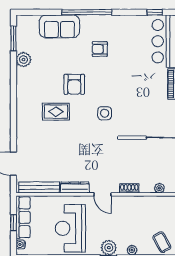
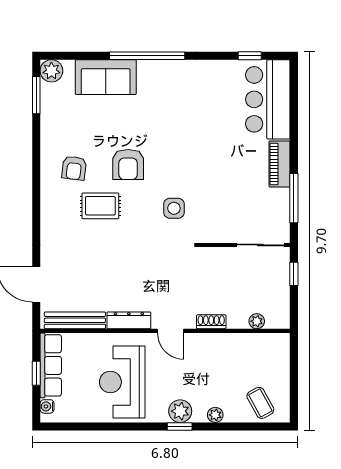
armchair: (100, 49) -> (74, 168), moved, turned -83
plant: (23, 60) -> (51, 71), moved

